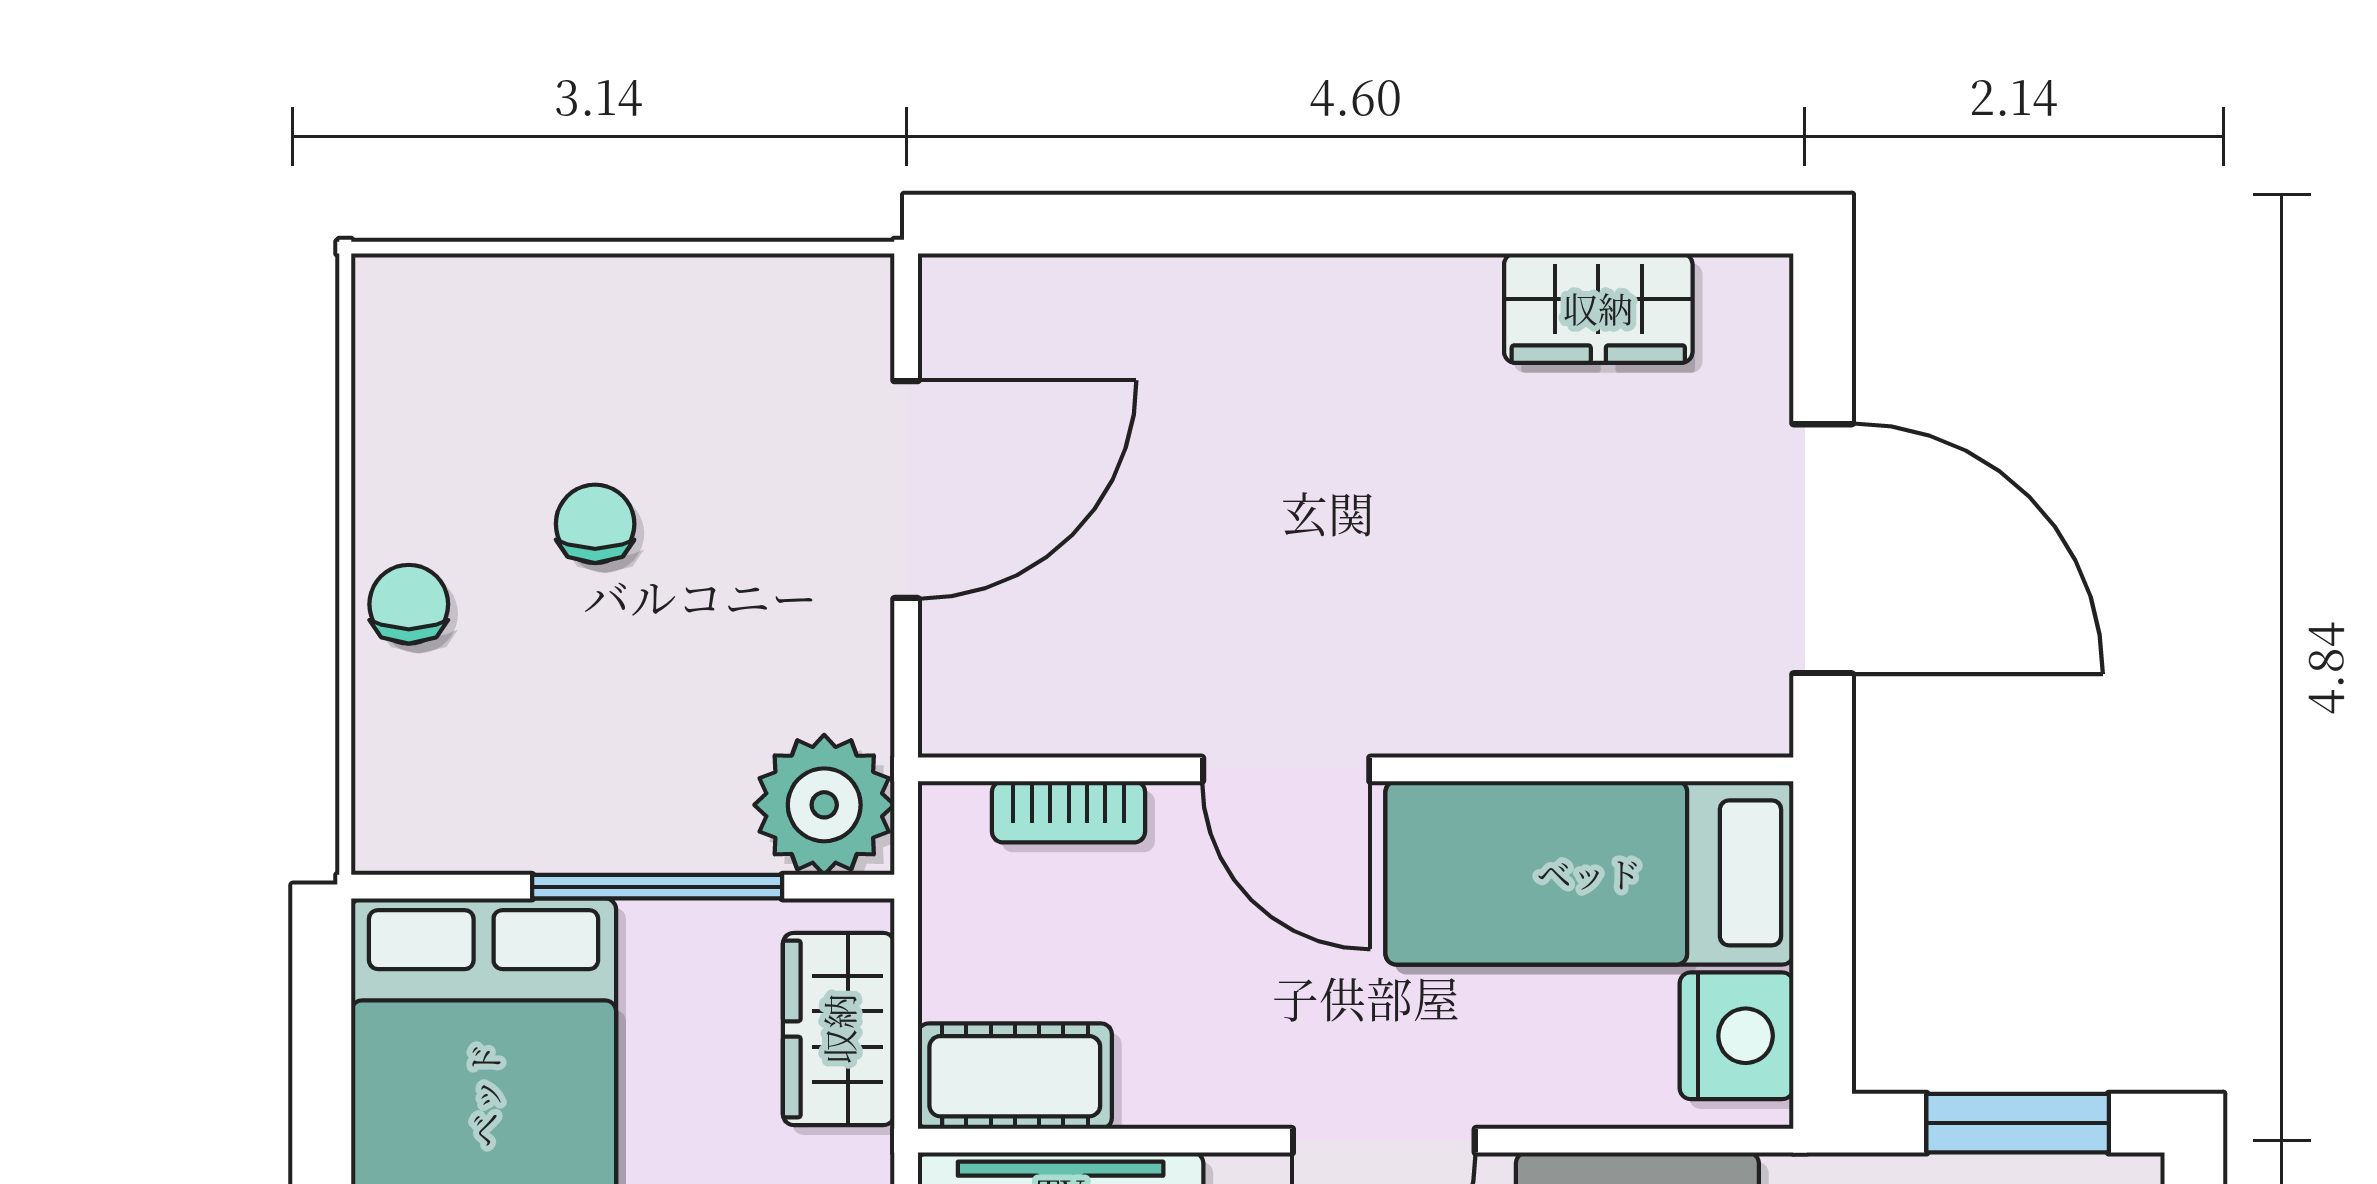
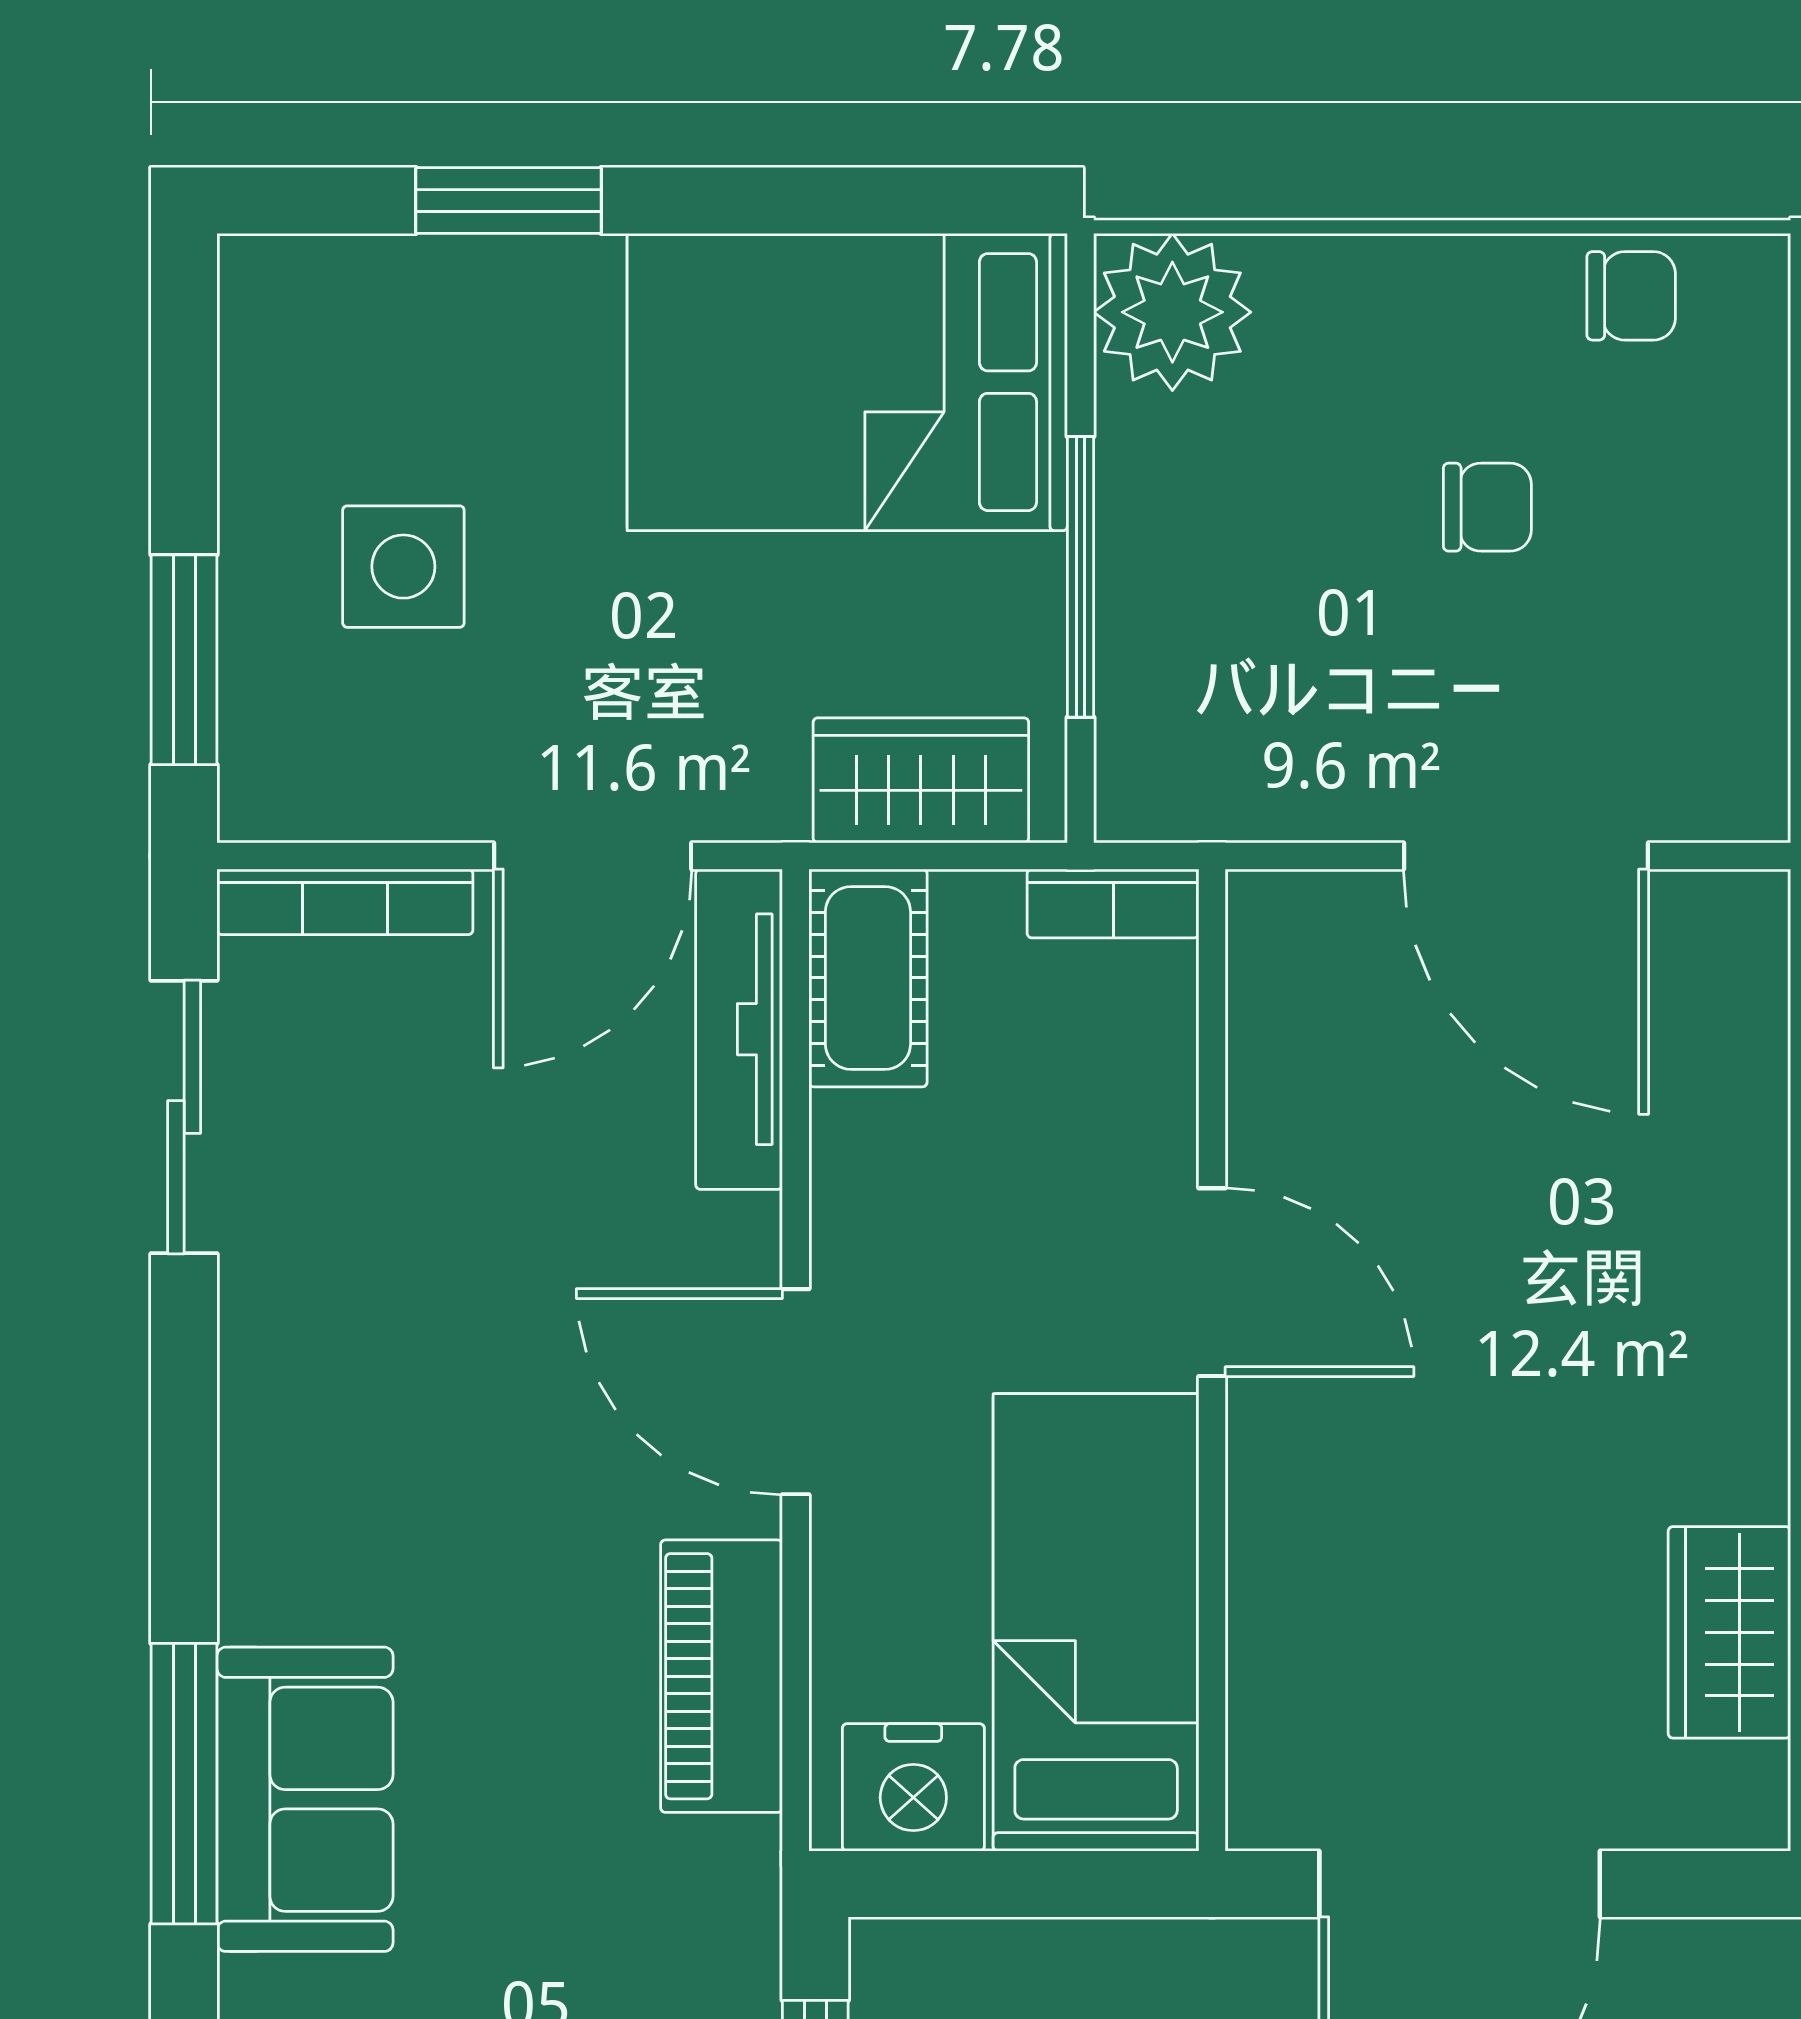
chair: (409, 604) -> (1631, 296), moved
door: (1286, 769) -> (1212, 1282), swing flipped
plant: (824, 805) -> (1172, 312), moved
bookcase: (1069, 812) -> (1113, 903), moved, turned -90

